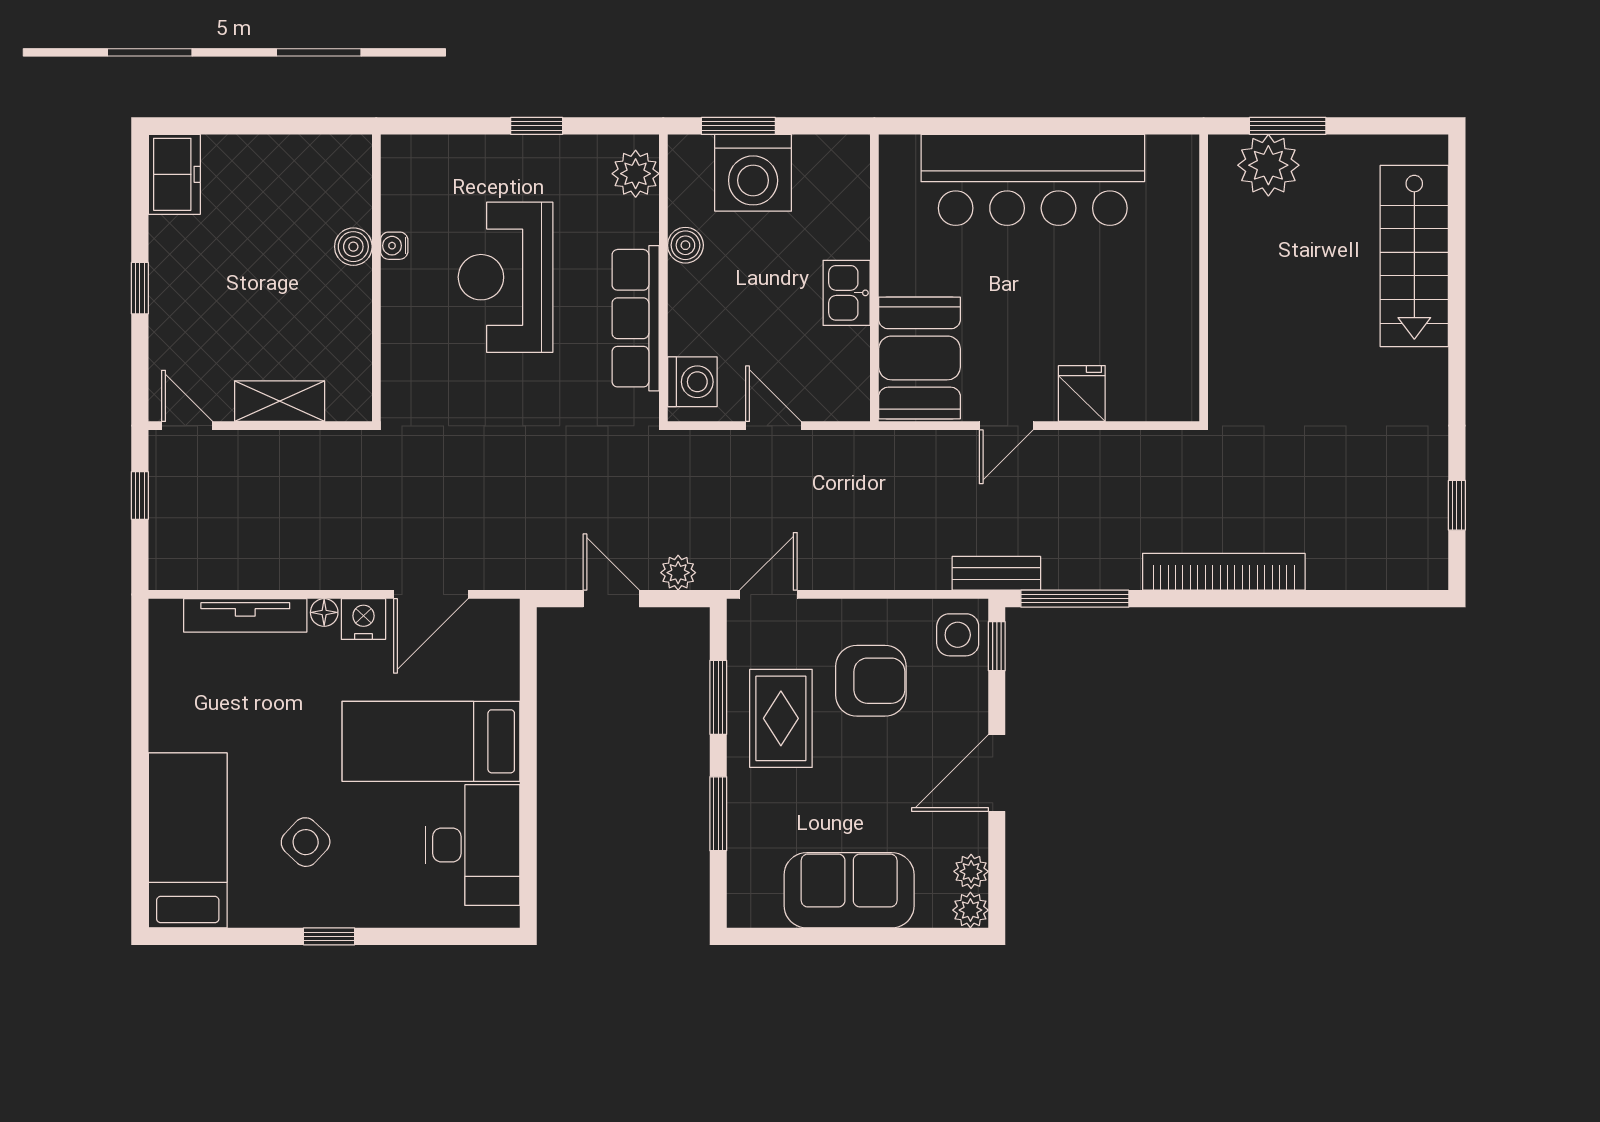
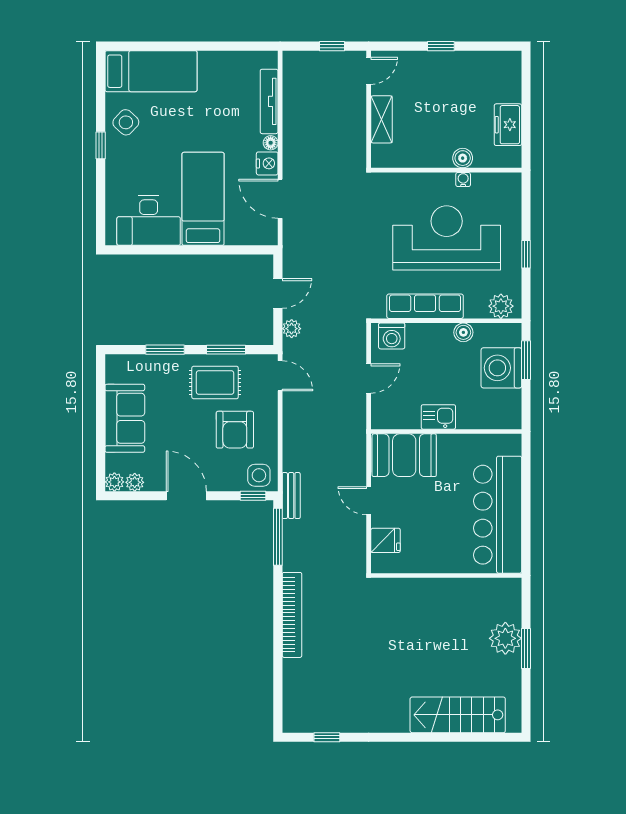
freezer: (174, 174) -> (508, 125), moved, turned 90
reception desk: (506, 277) -> (447, 238), width x1.36, depth x1.30
wall: (1204, 278) -> (446, 576), moved
side table: (306, 842) -> (126, 122), moved

